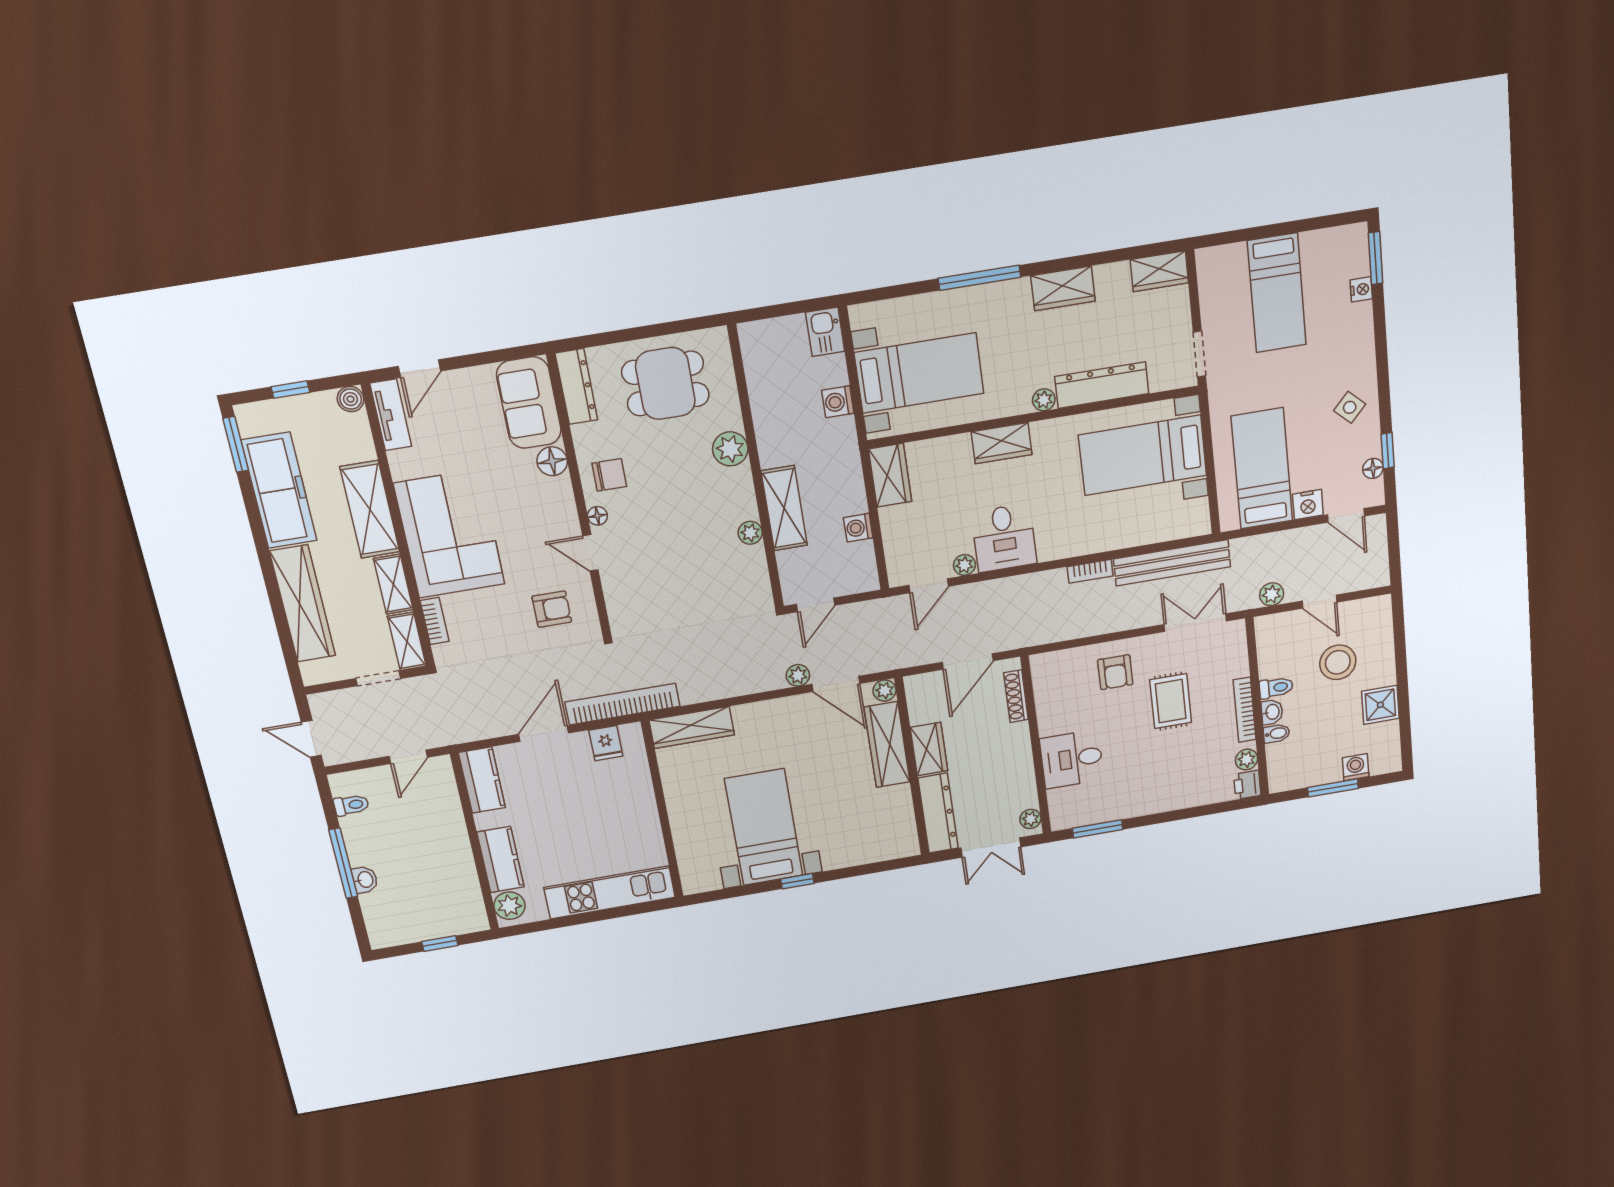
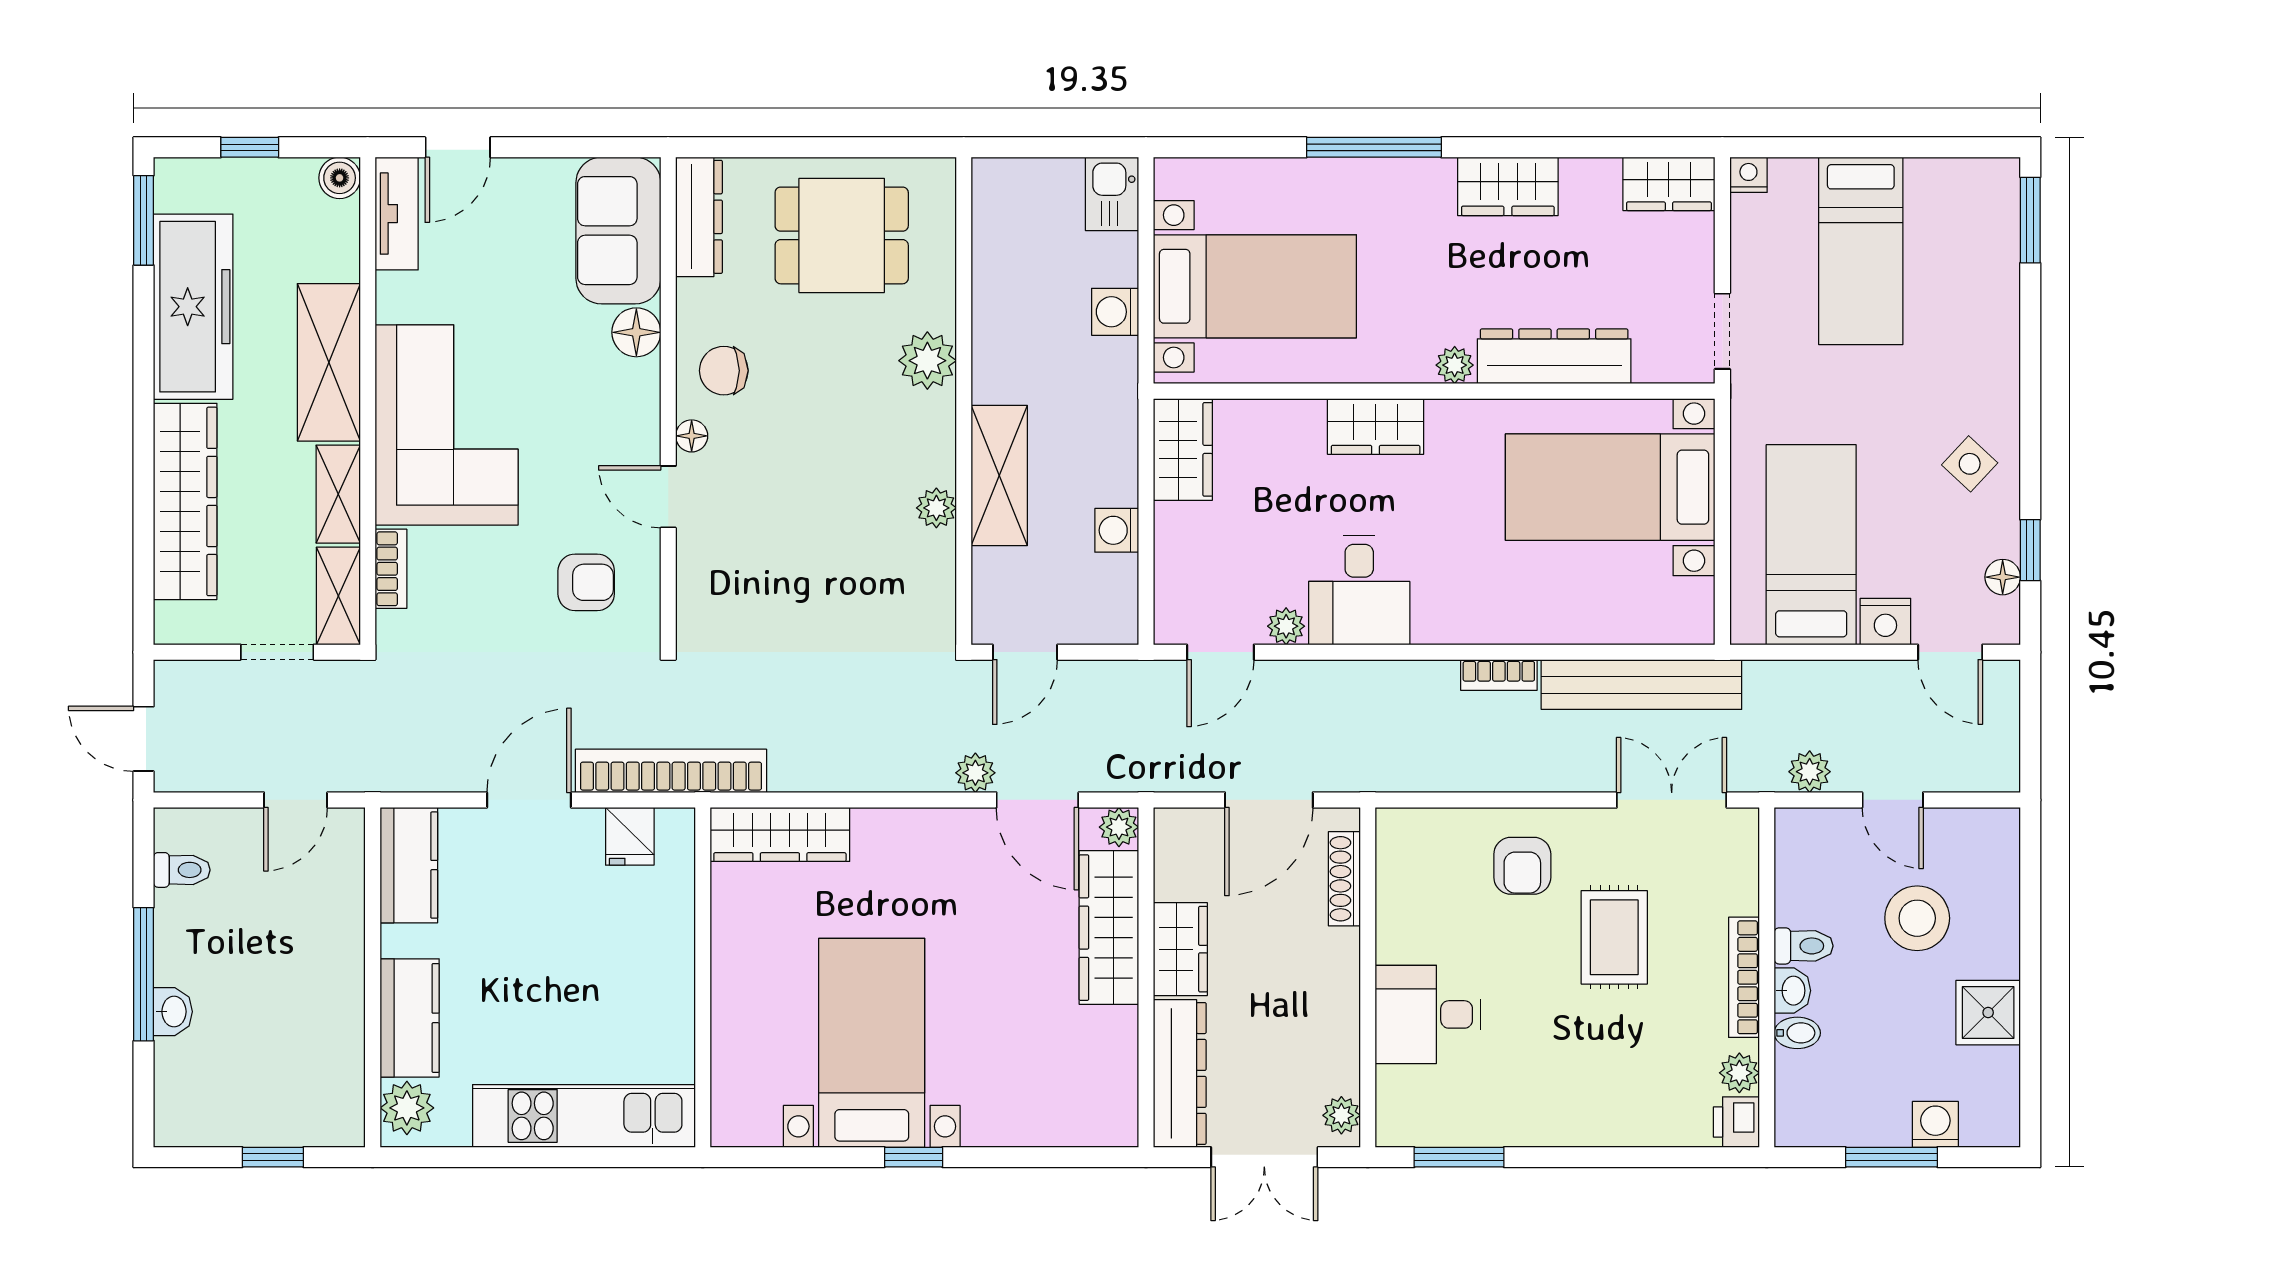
nightstand: (1361, 289) -> (1748, 175), moved, turned -90
chair: (609, 475) -> (724, 371), turned 180

